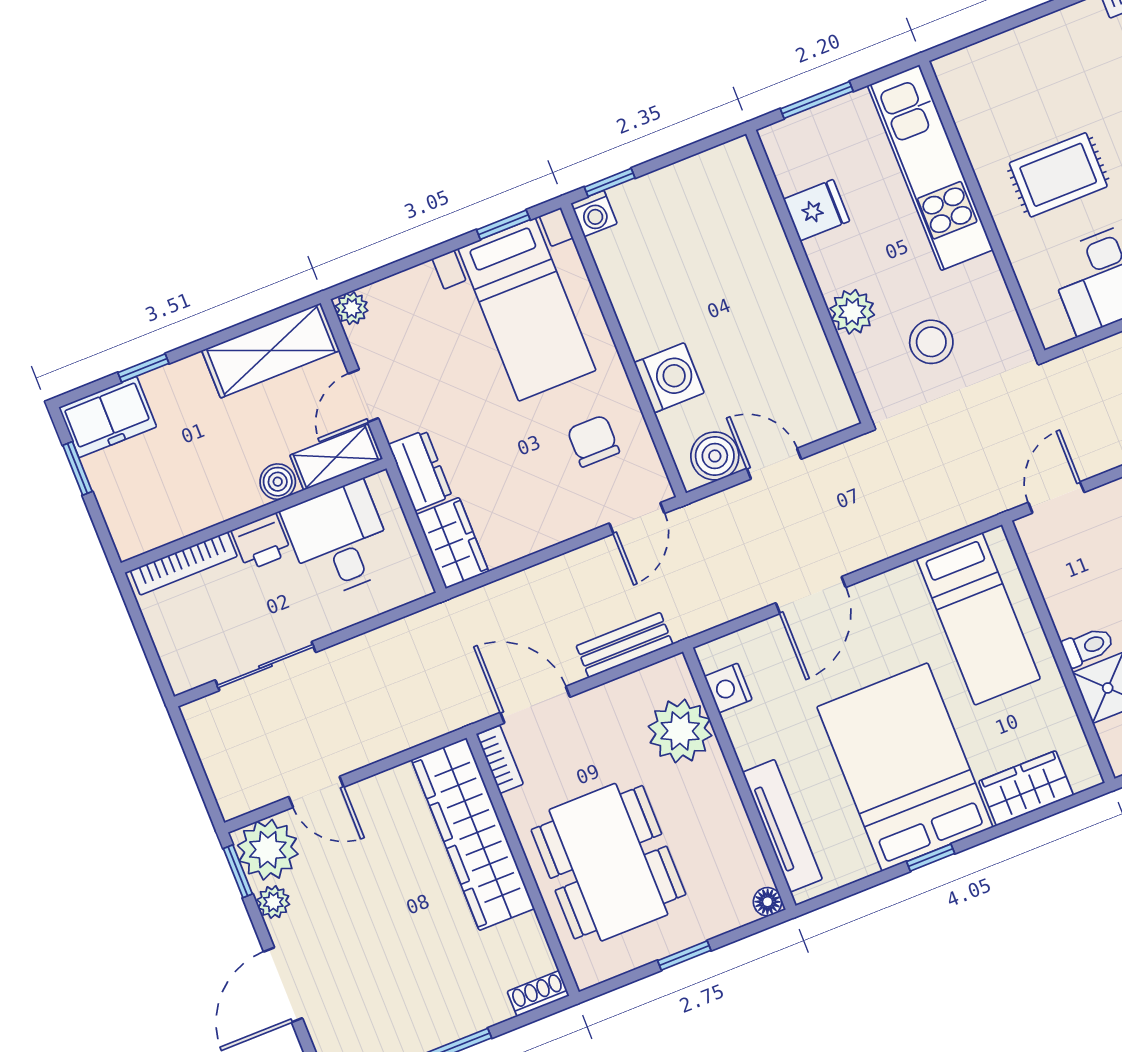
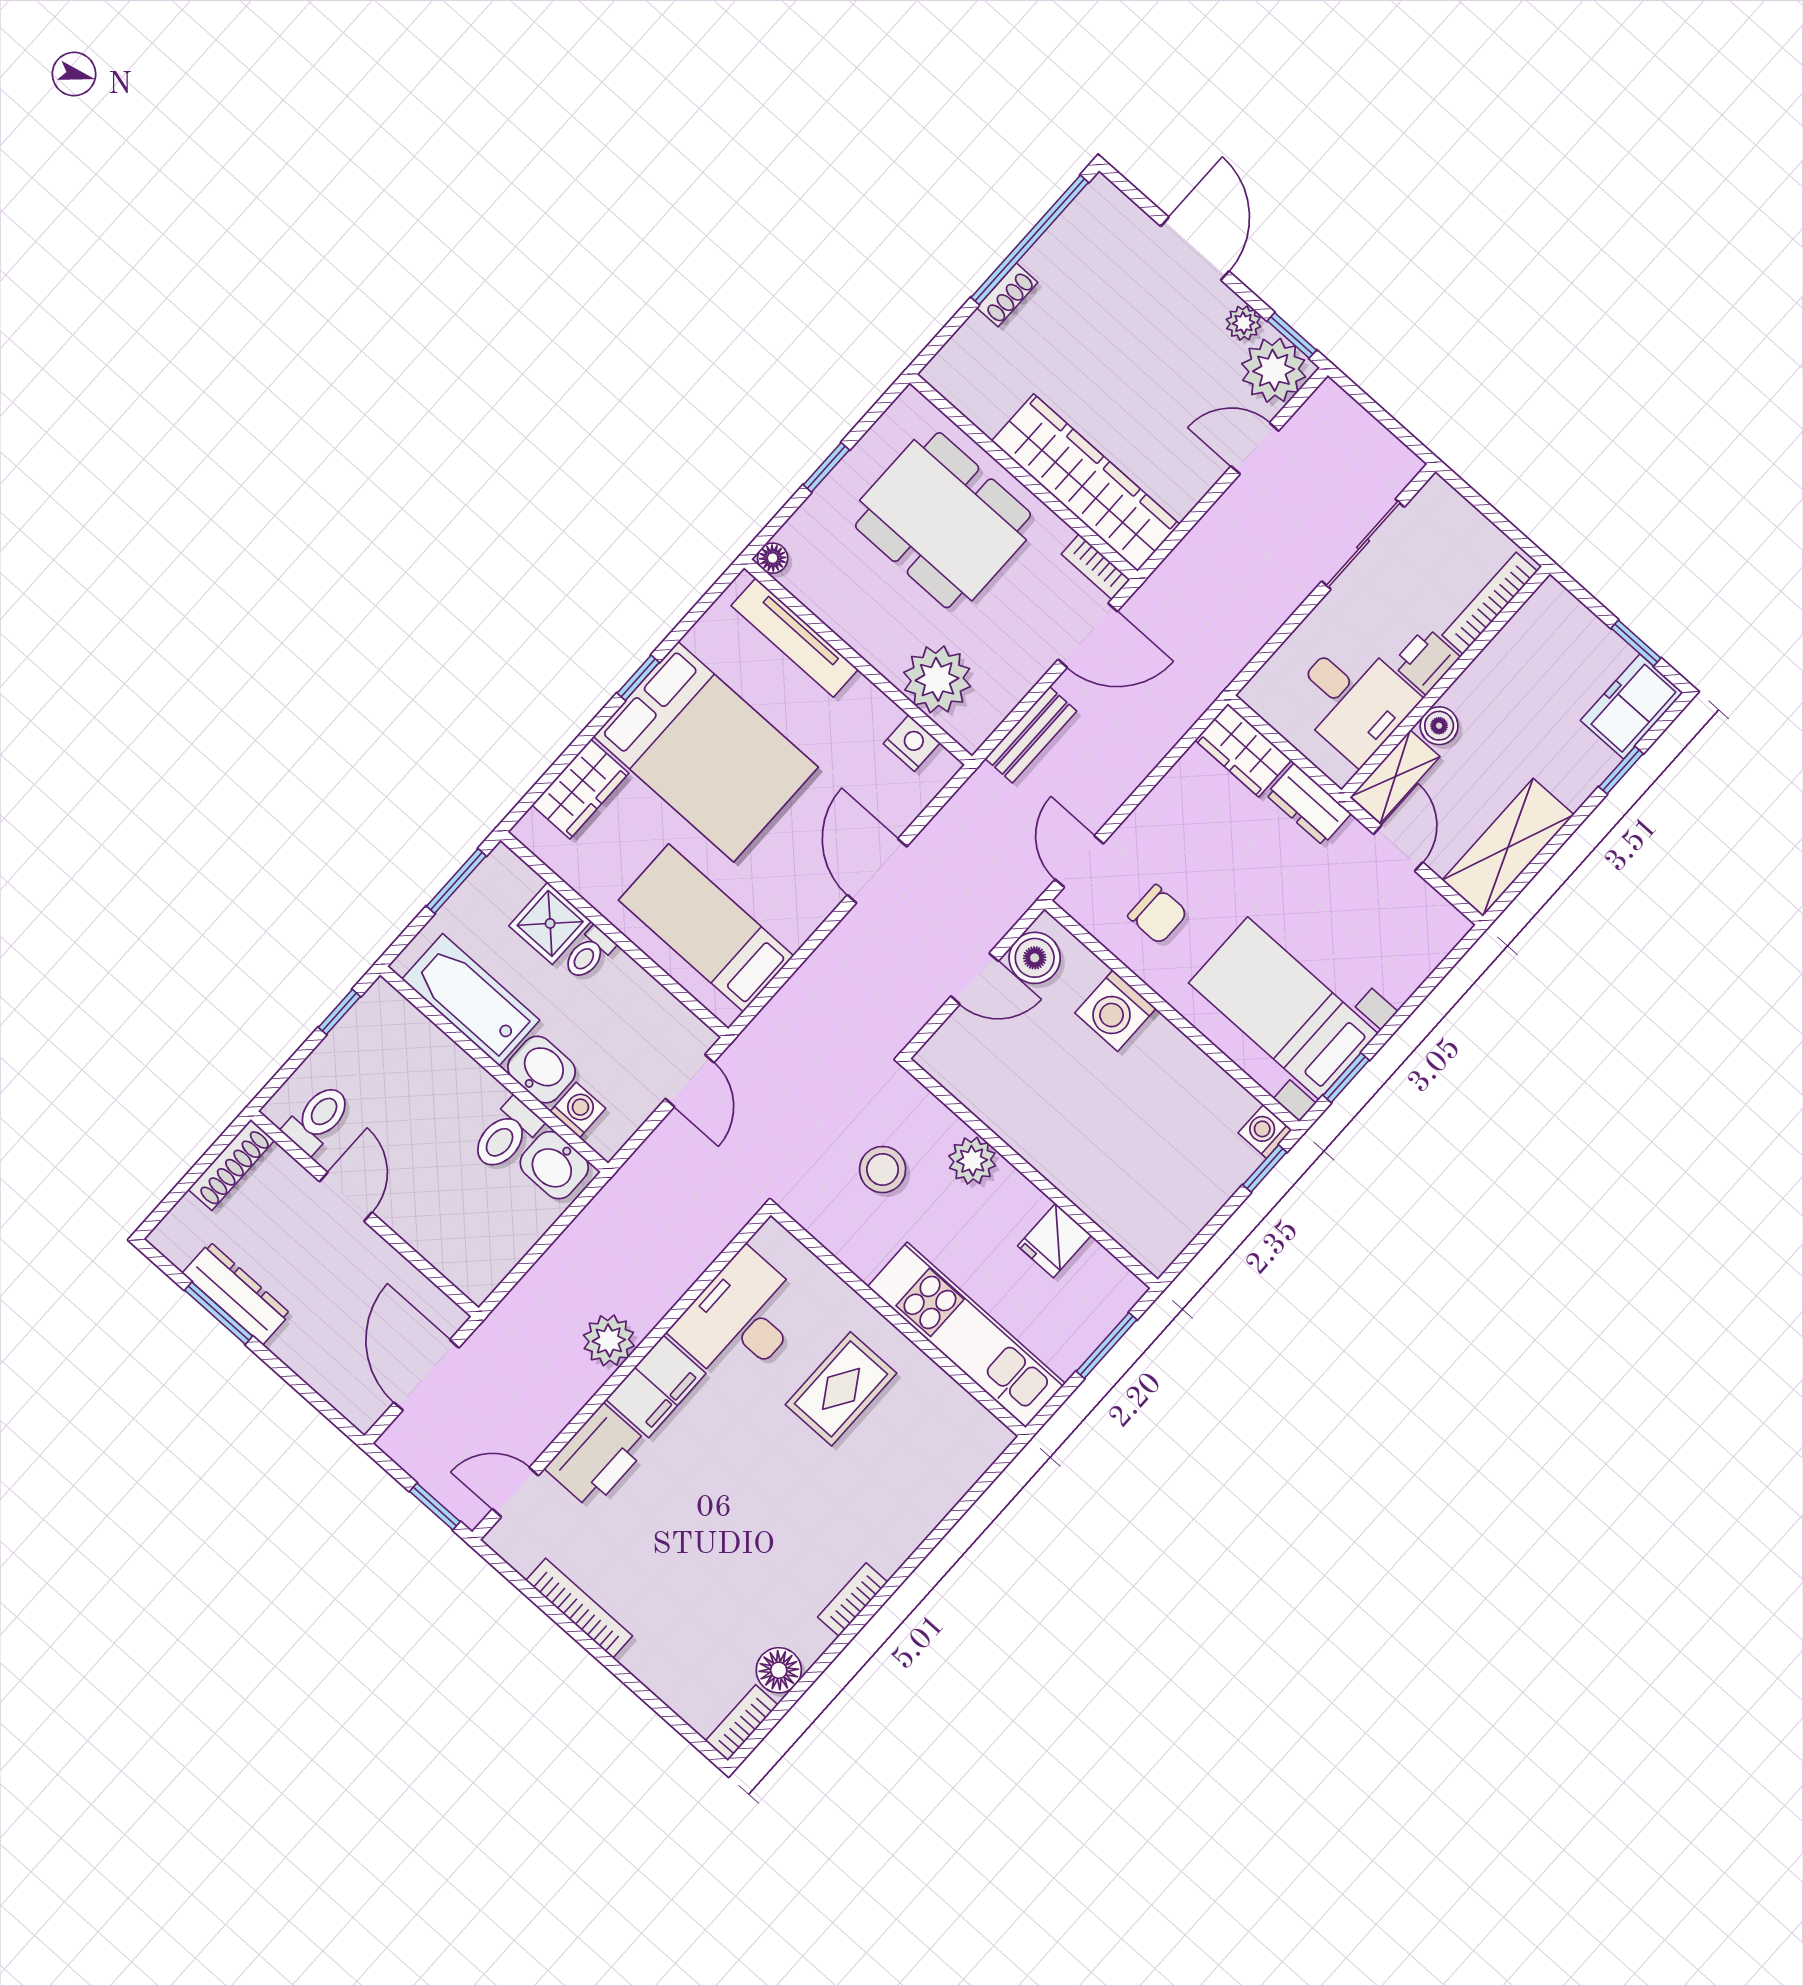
plant: (352, 308) -> (1451, 926), removed
shoe rack: (538, 994) -> (1007, 295), moved

